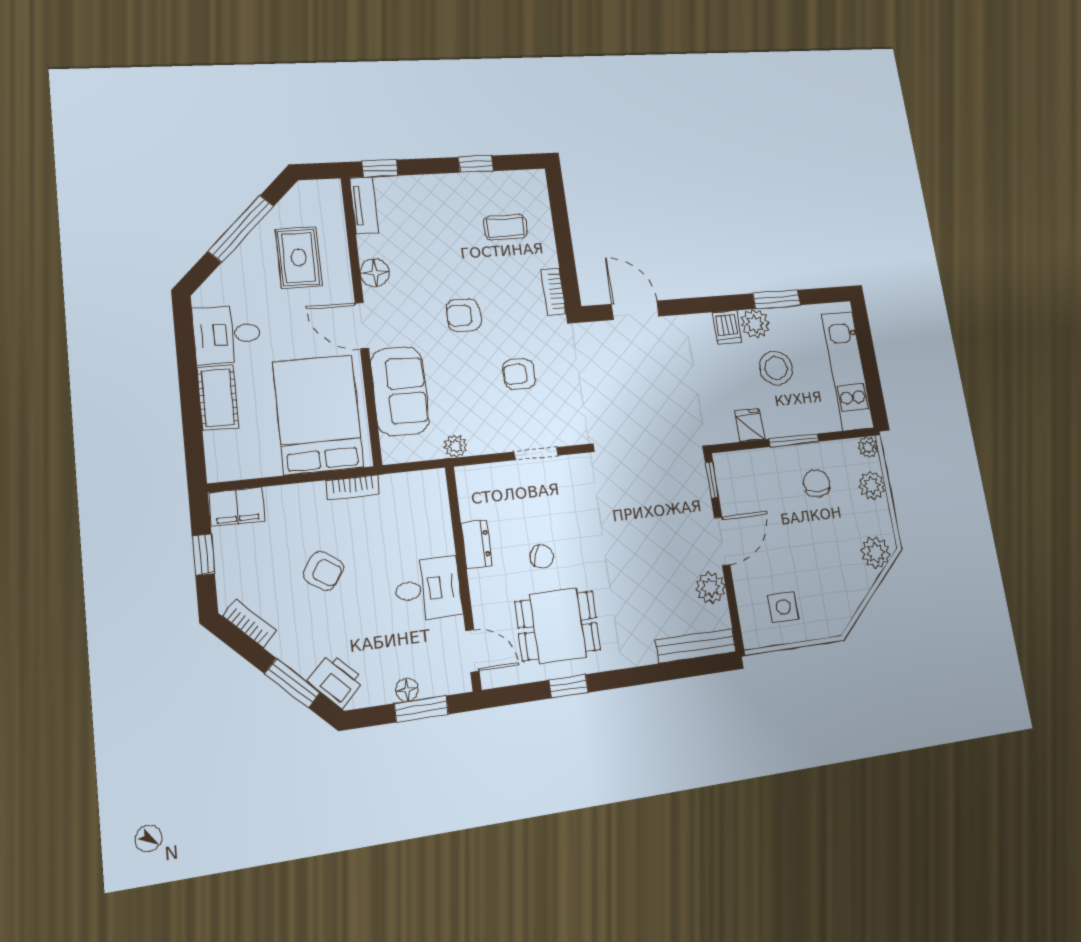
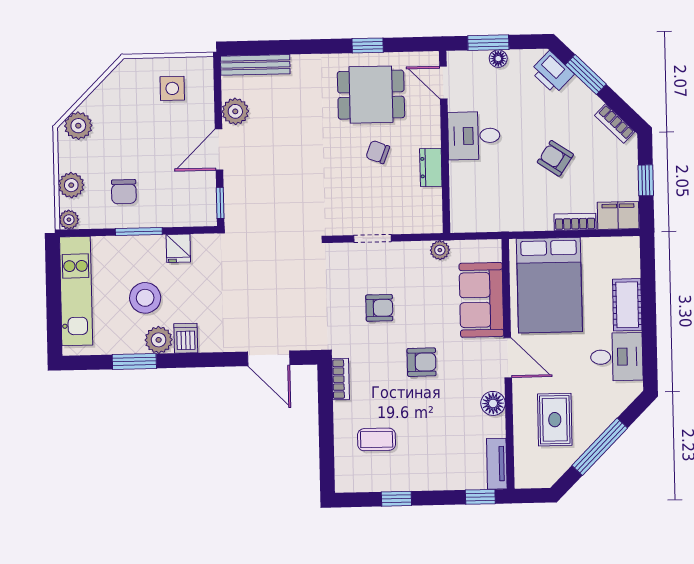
bookcase: (353, 487) -> (575, 222), moved

